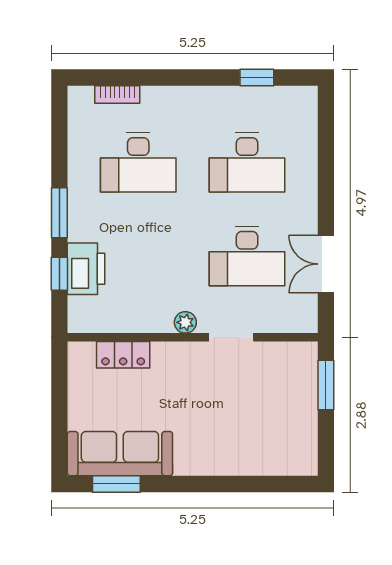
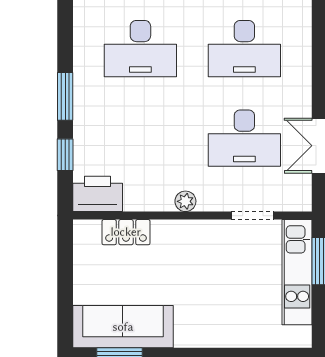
printer: (86, 269) -> (98, 194), moved, turned -90
doorway: (231, 337) -> (252, 216), moved
kitchen unit: (302, 397) -> (297, 272), added

